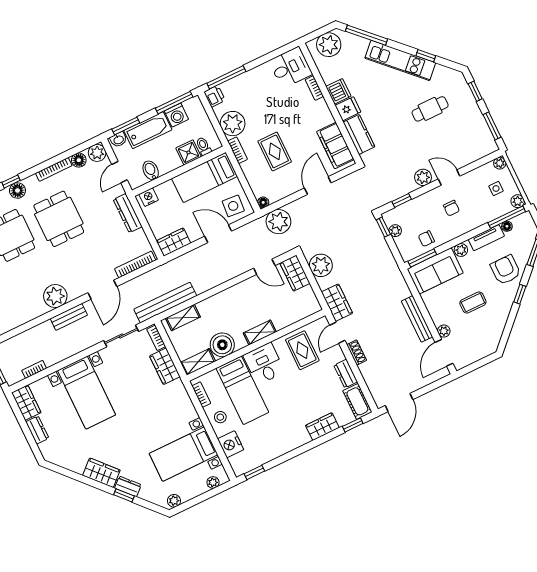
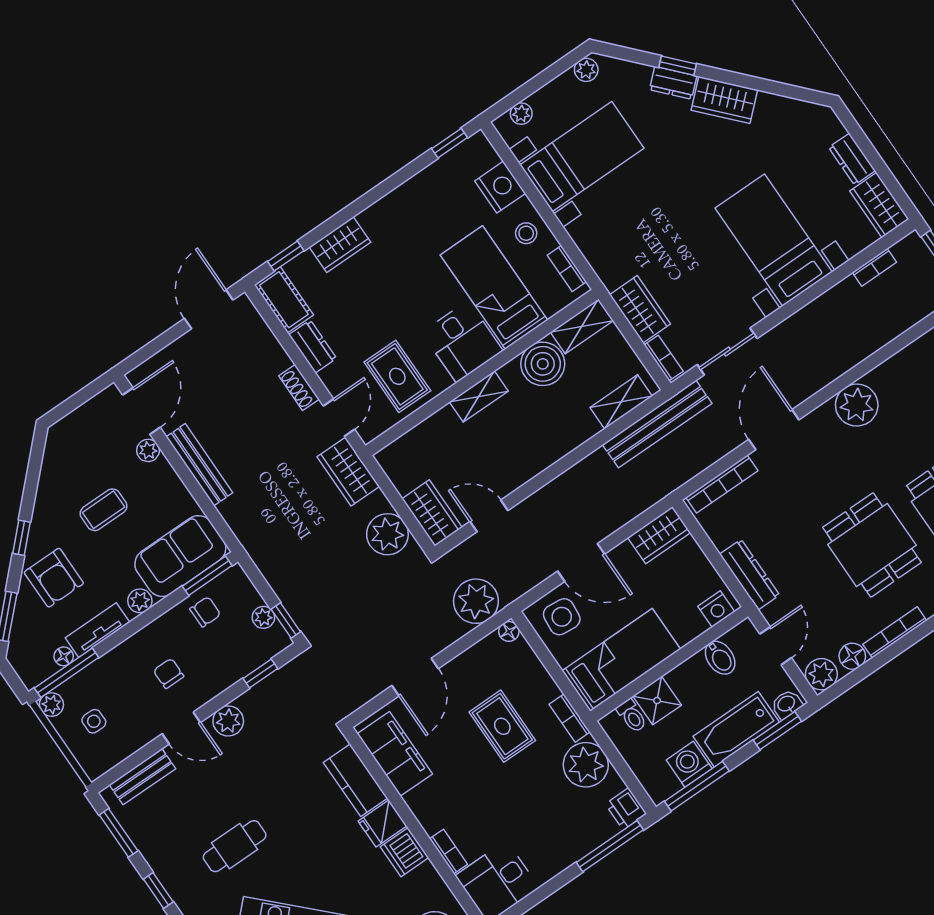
plant: (500, 163) -> (94, 768), removed
bench: (69, 317) -> (142, 777), moved

